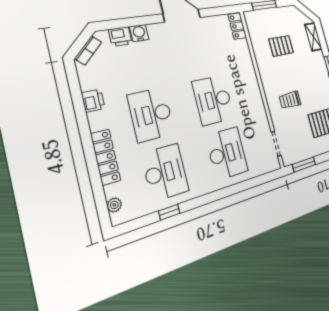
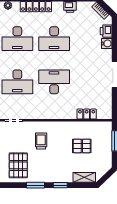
locker: (237, 26) -> (87, 114), moved
pallet: (281, 46) -> (82, 146), turned 90
desk: (151, 114) -> (54, 39), turned 180

